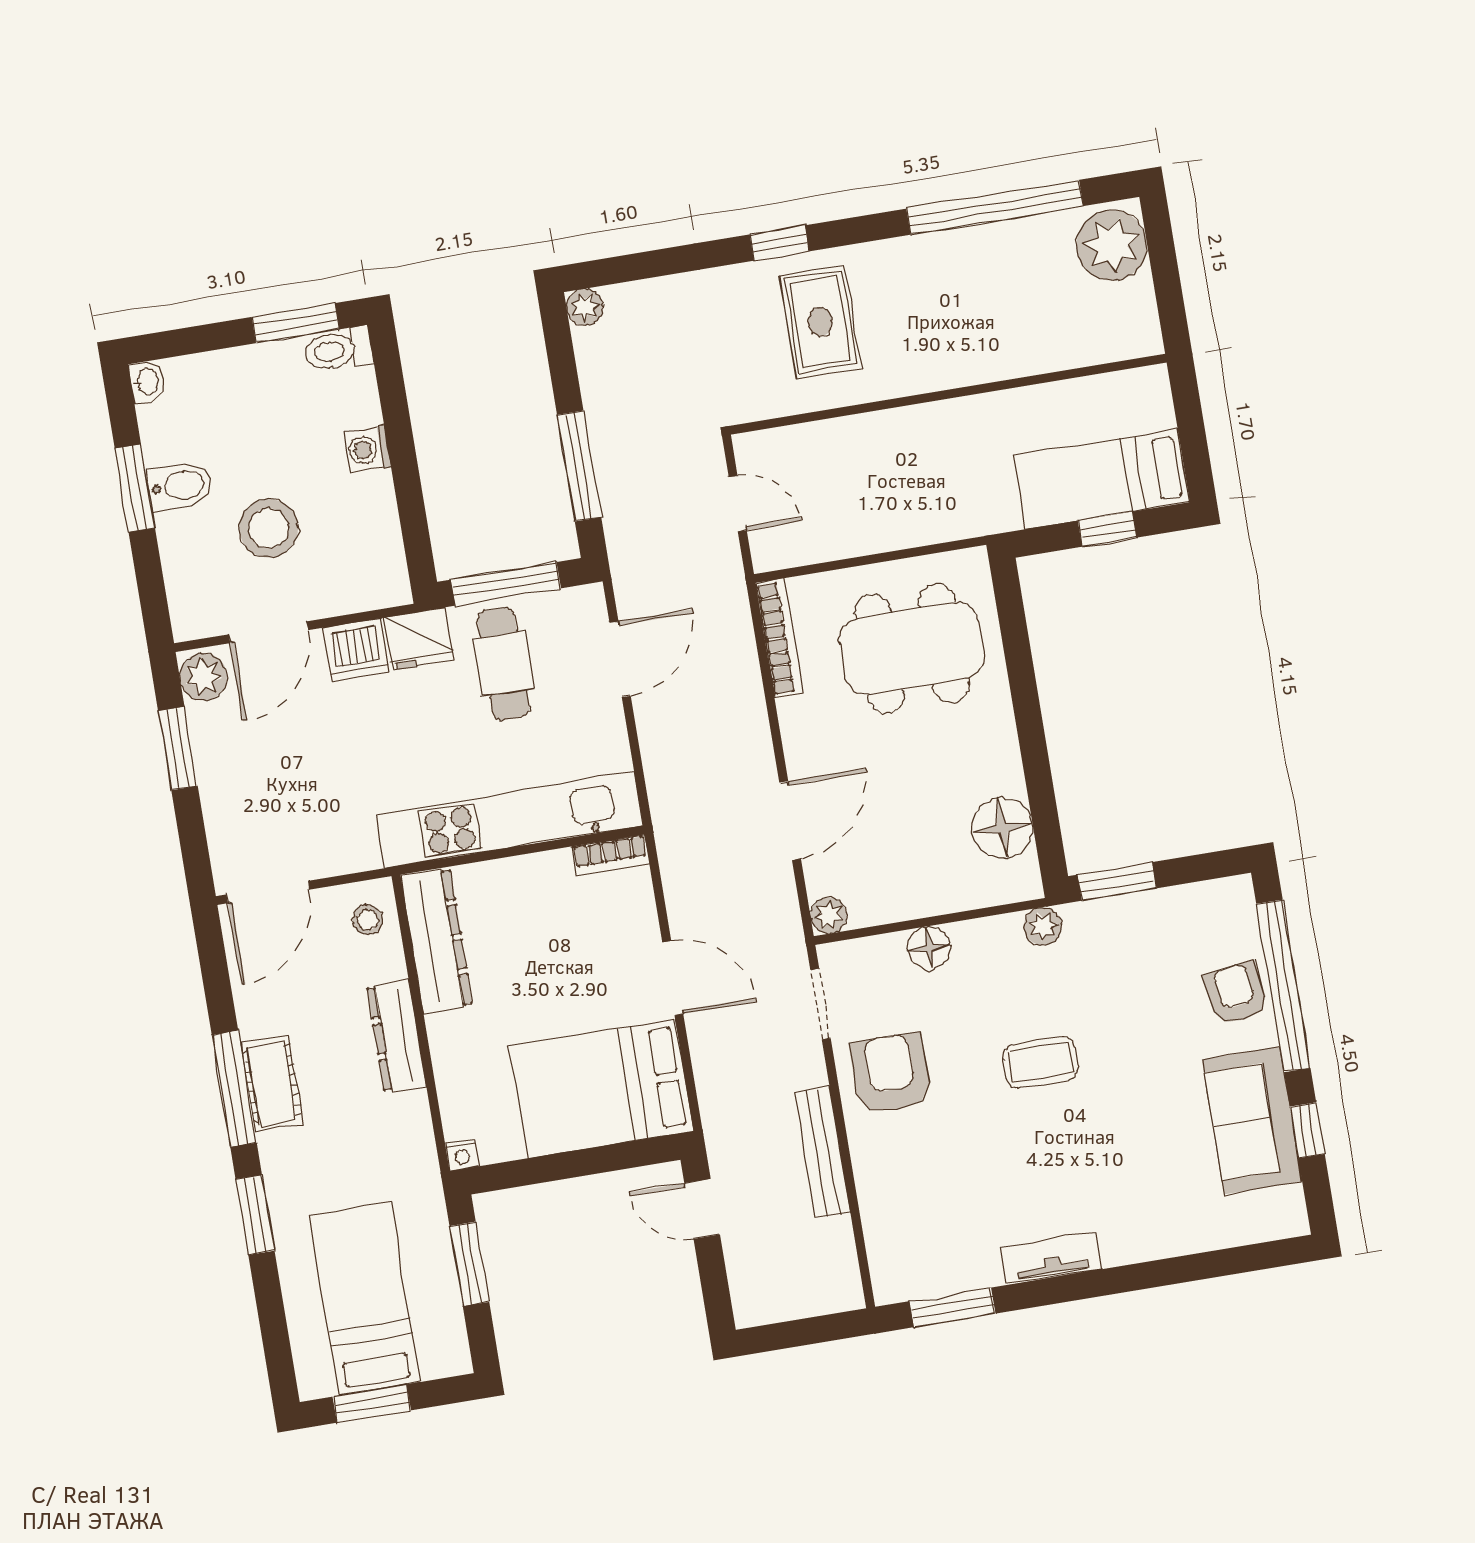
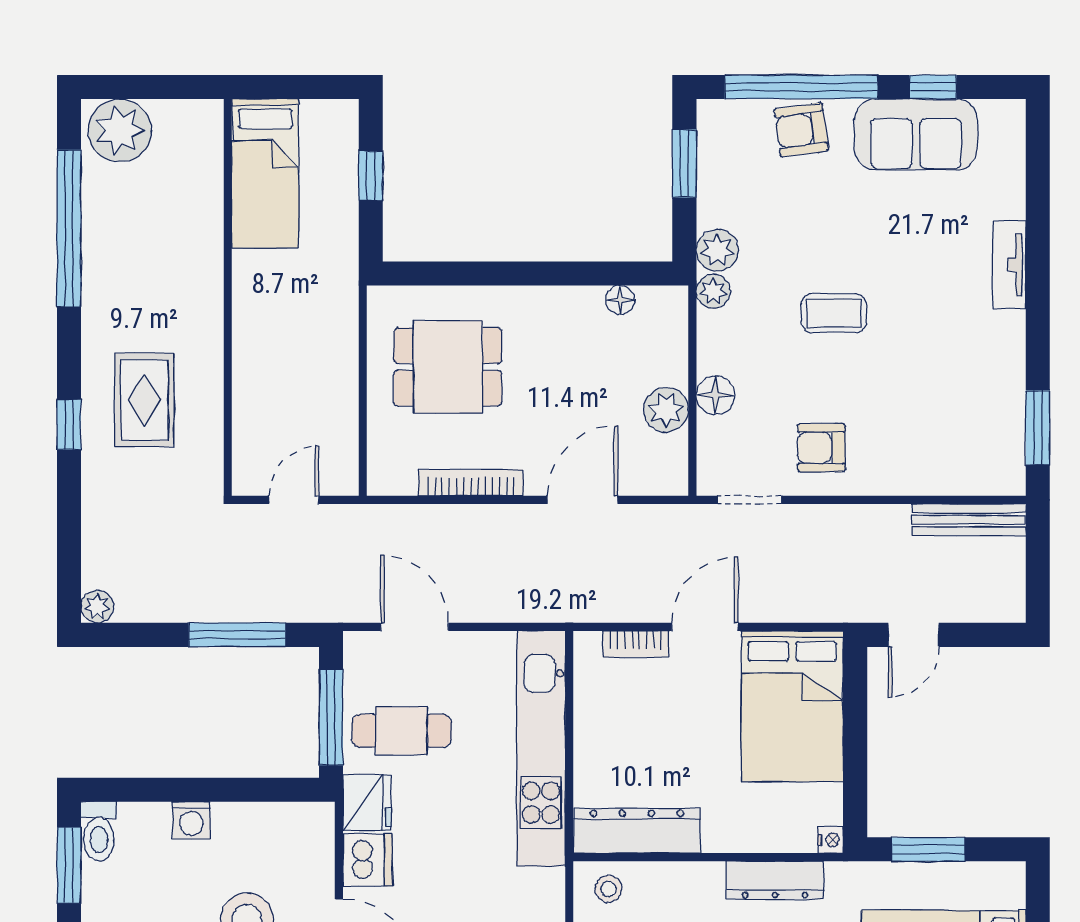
rug: (820, 321) -> (144, 400), turned 90
bed: (1102, 479) -> (265, 173), moved
bookcase: (779, 638) -> (471, 483), moved
dining table: (912, 649) -> (448, 367), width x0.73
door: (790, 821) -> (583, 500), hinge flipped
floor lamp: (1002, 828) -> (620, 300), width x0.53, depth x0.53
bookcase: (610, 855) -> (636, 644), moved, turned 90
window: (1117, 881) -> (684, 163), moved
plant: (829, 915) -> (666, 410), moved, width x1.38, depth x1.38
plant: (1089, 923) -> (717, 250), added
dresser: (397, 1036) -> (775, 880), moved
coffee table: (1041, 1062) -> (834, 313), turned 90
armchair: (891, 1073) -> (821, 448), width x0.72, depth x0.72
bench: (823, 1152) -> (969, 520), moved
tv unit: (1051, 1259) -> (1009, 265), moved

